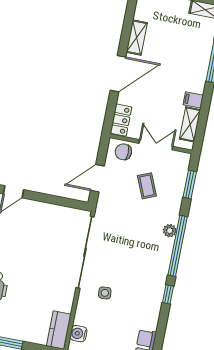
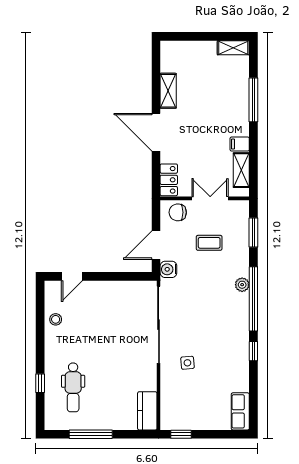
door: (118, 74) -> (156, 132), swing flipped
coffee table: (147, 186) -> (209, 243), turned -67
water cooler: (78, 334) -> (168, 269), moved

